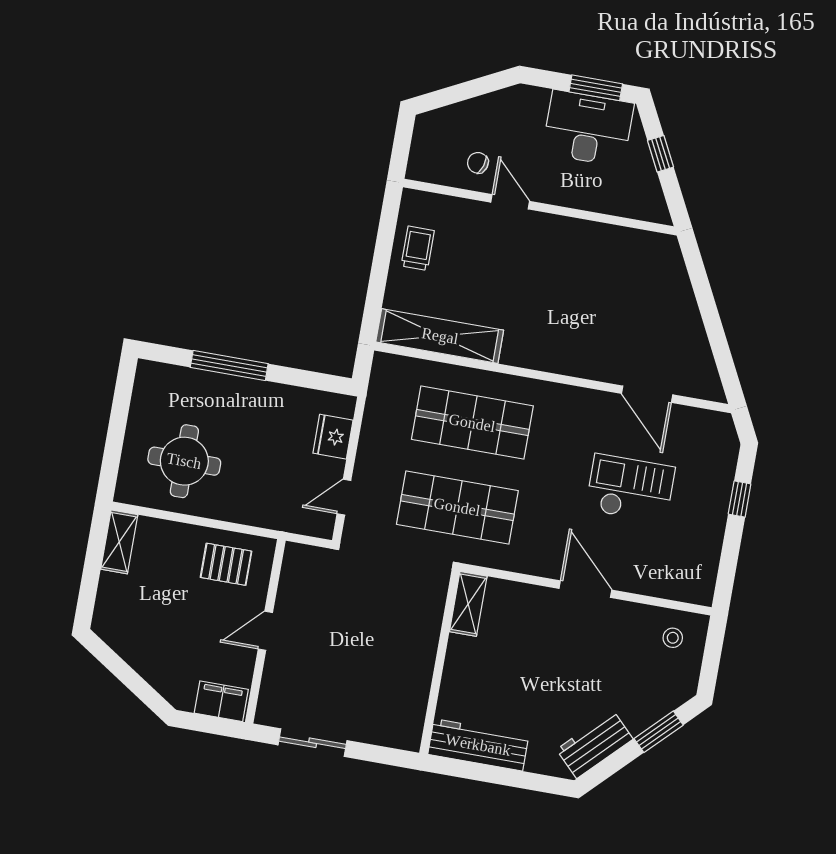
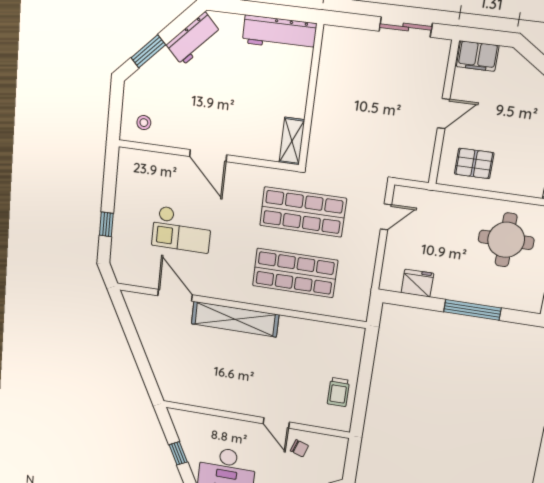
shelving: (440, 336) -> (235, 319), moved
fridge: (333, 437) -> (417, 283), moved, turned -90

